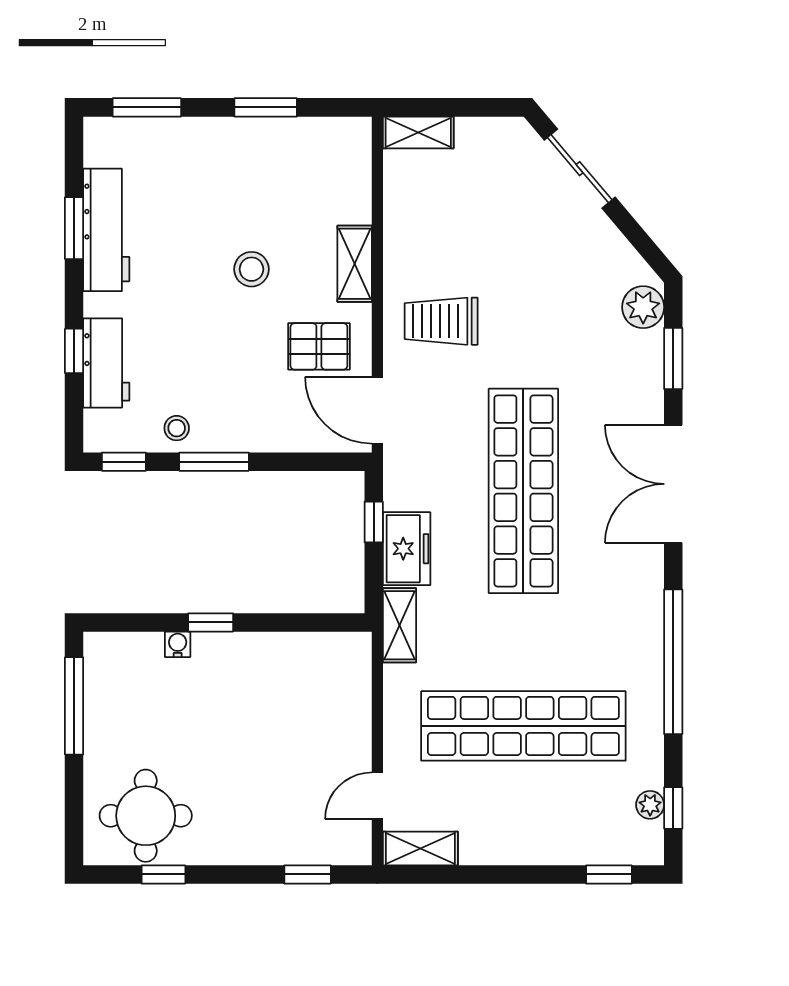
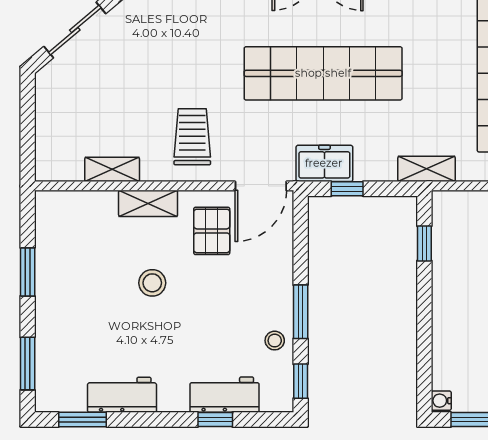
shelving: (418, 132) -> (112, 169), moved, turned 90
window: (74, 228) -> (83, 420), moved
workbench: (106, 230) -> (122, 395), width x0.73
trolley: (441, 321) -> (192, 137), turned 180
freezer: (407, 549) -> (324, 163), moved
window: (211, 622) -> (424, 243), moved
water cooler: (178, 644) -> (441, 401), moved

